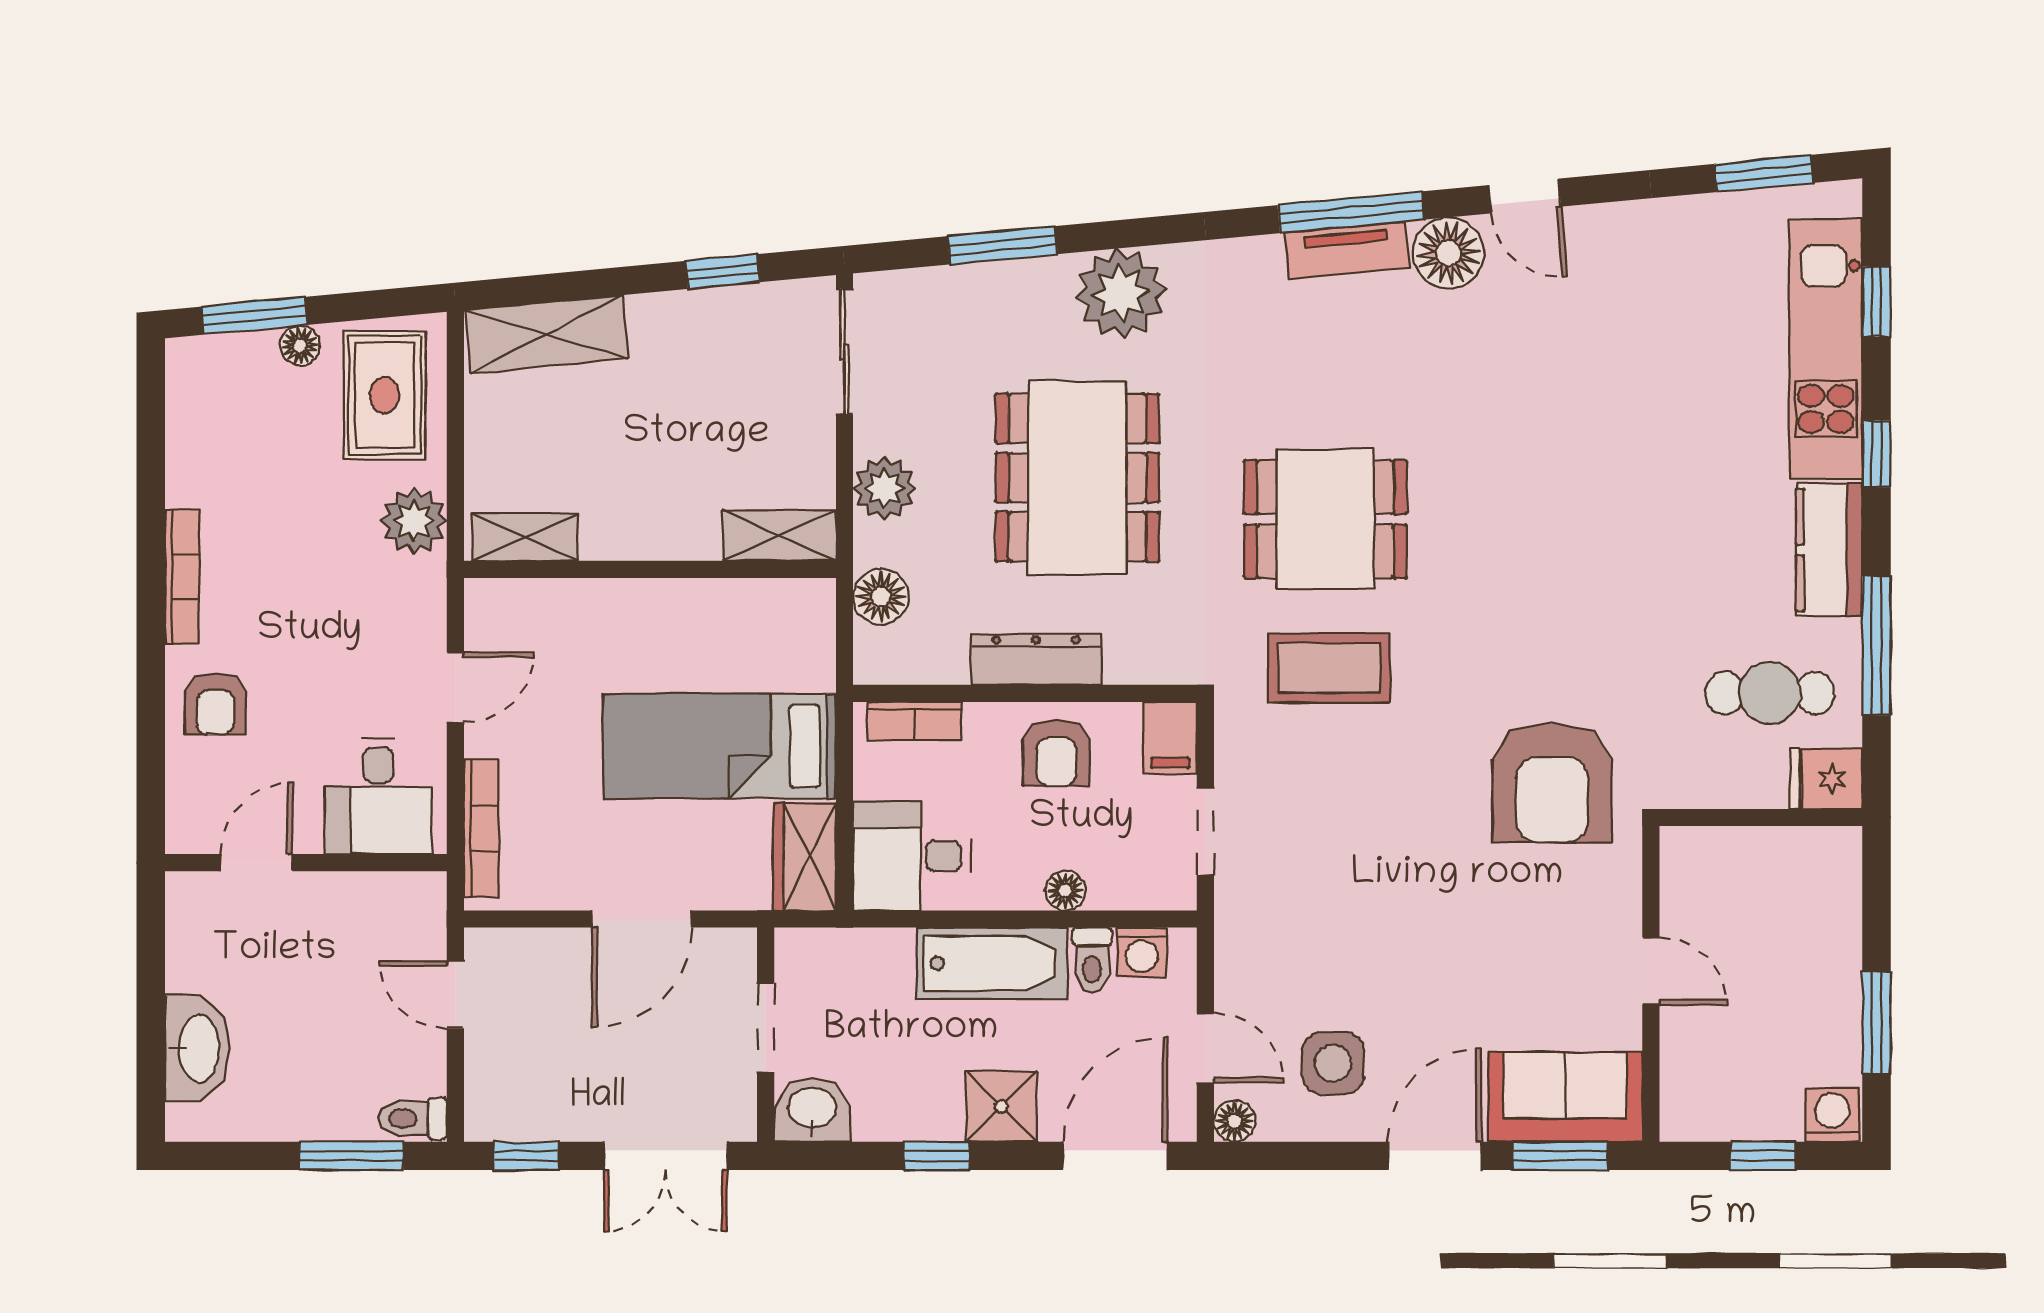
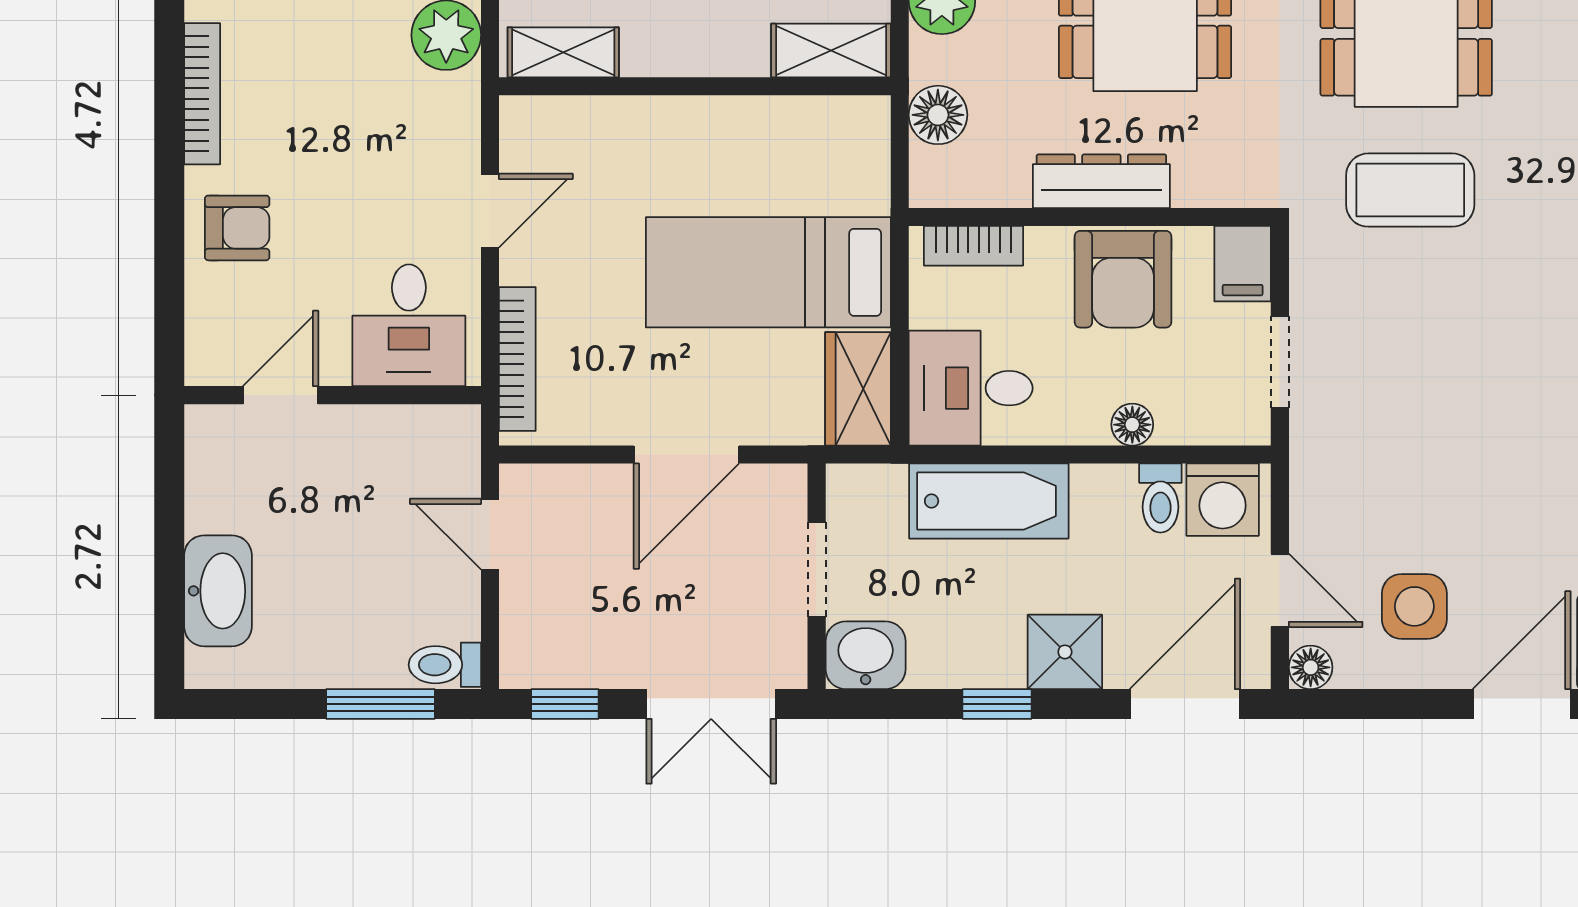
armchair: (215, 704) -> (237, 228), turned -91
armchair: (1056, 753) -> (1123, 279), width x1.38, depth x1.38
washing machine: (1142, 952) -> (1223, 500), width x1.38, depth x1.38
bathtub: (992, 963) -> (989, 501), moved

